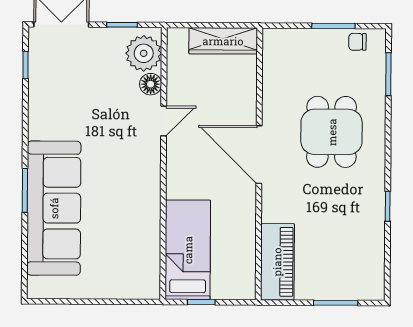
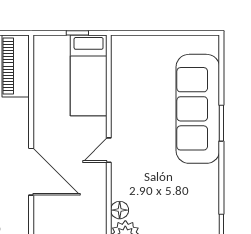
door: (164, 121) -> (109, 150), moved
door: (259, 155) -> (31, 172), moved

